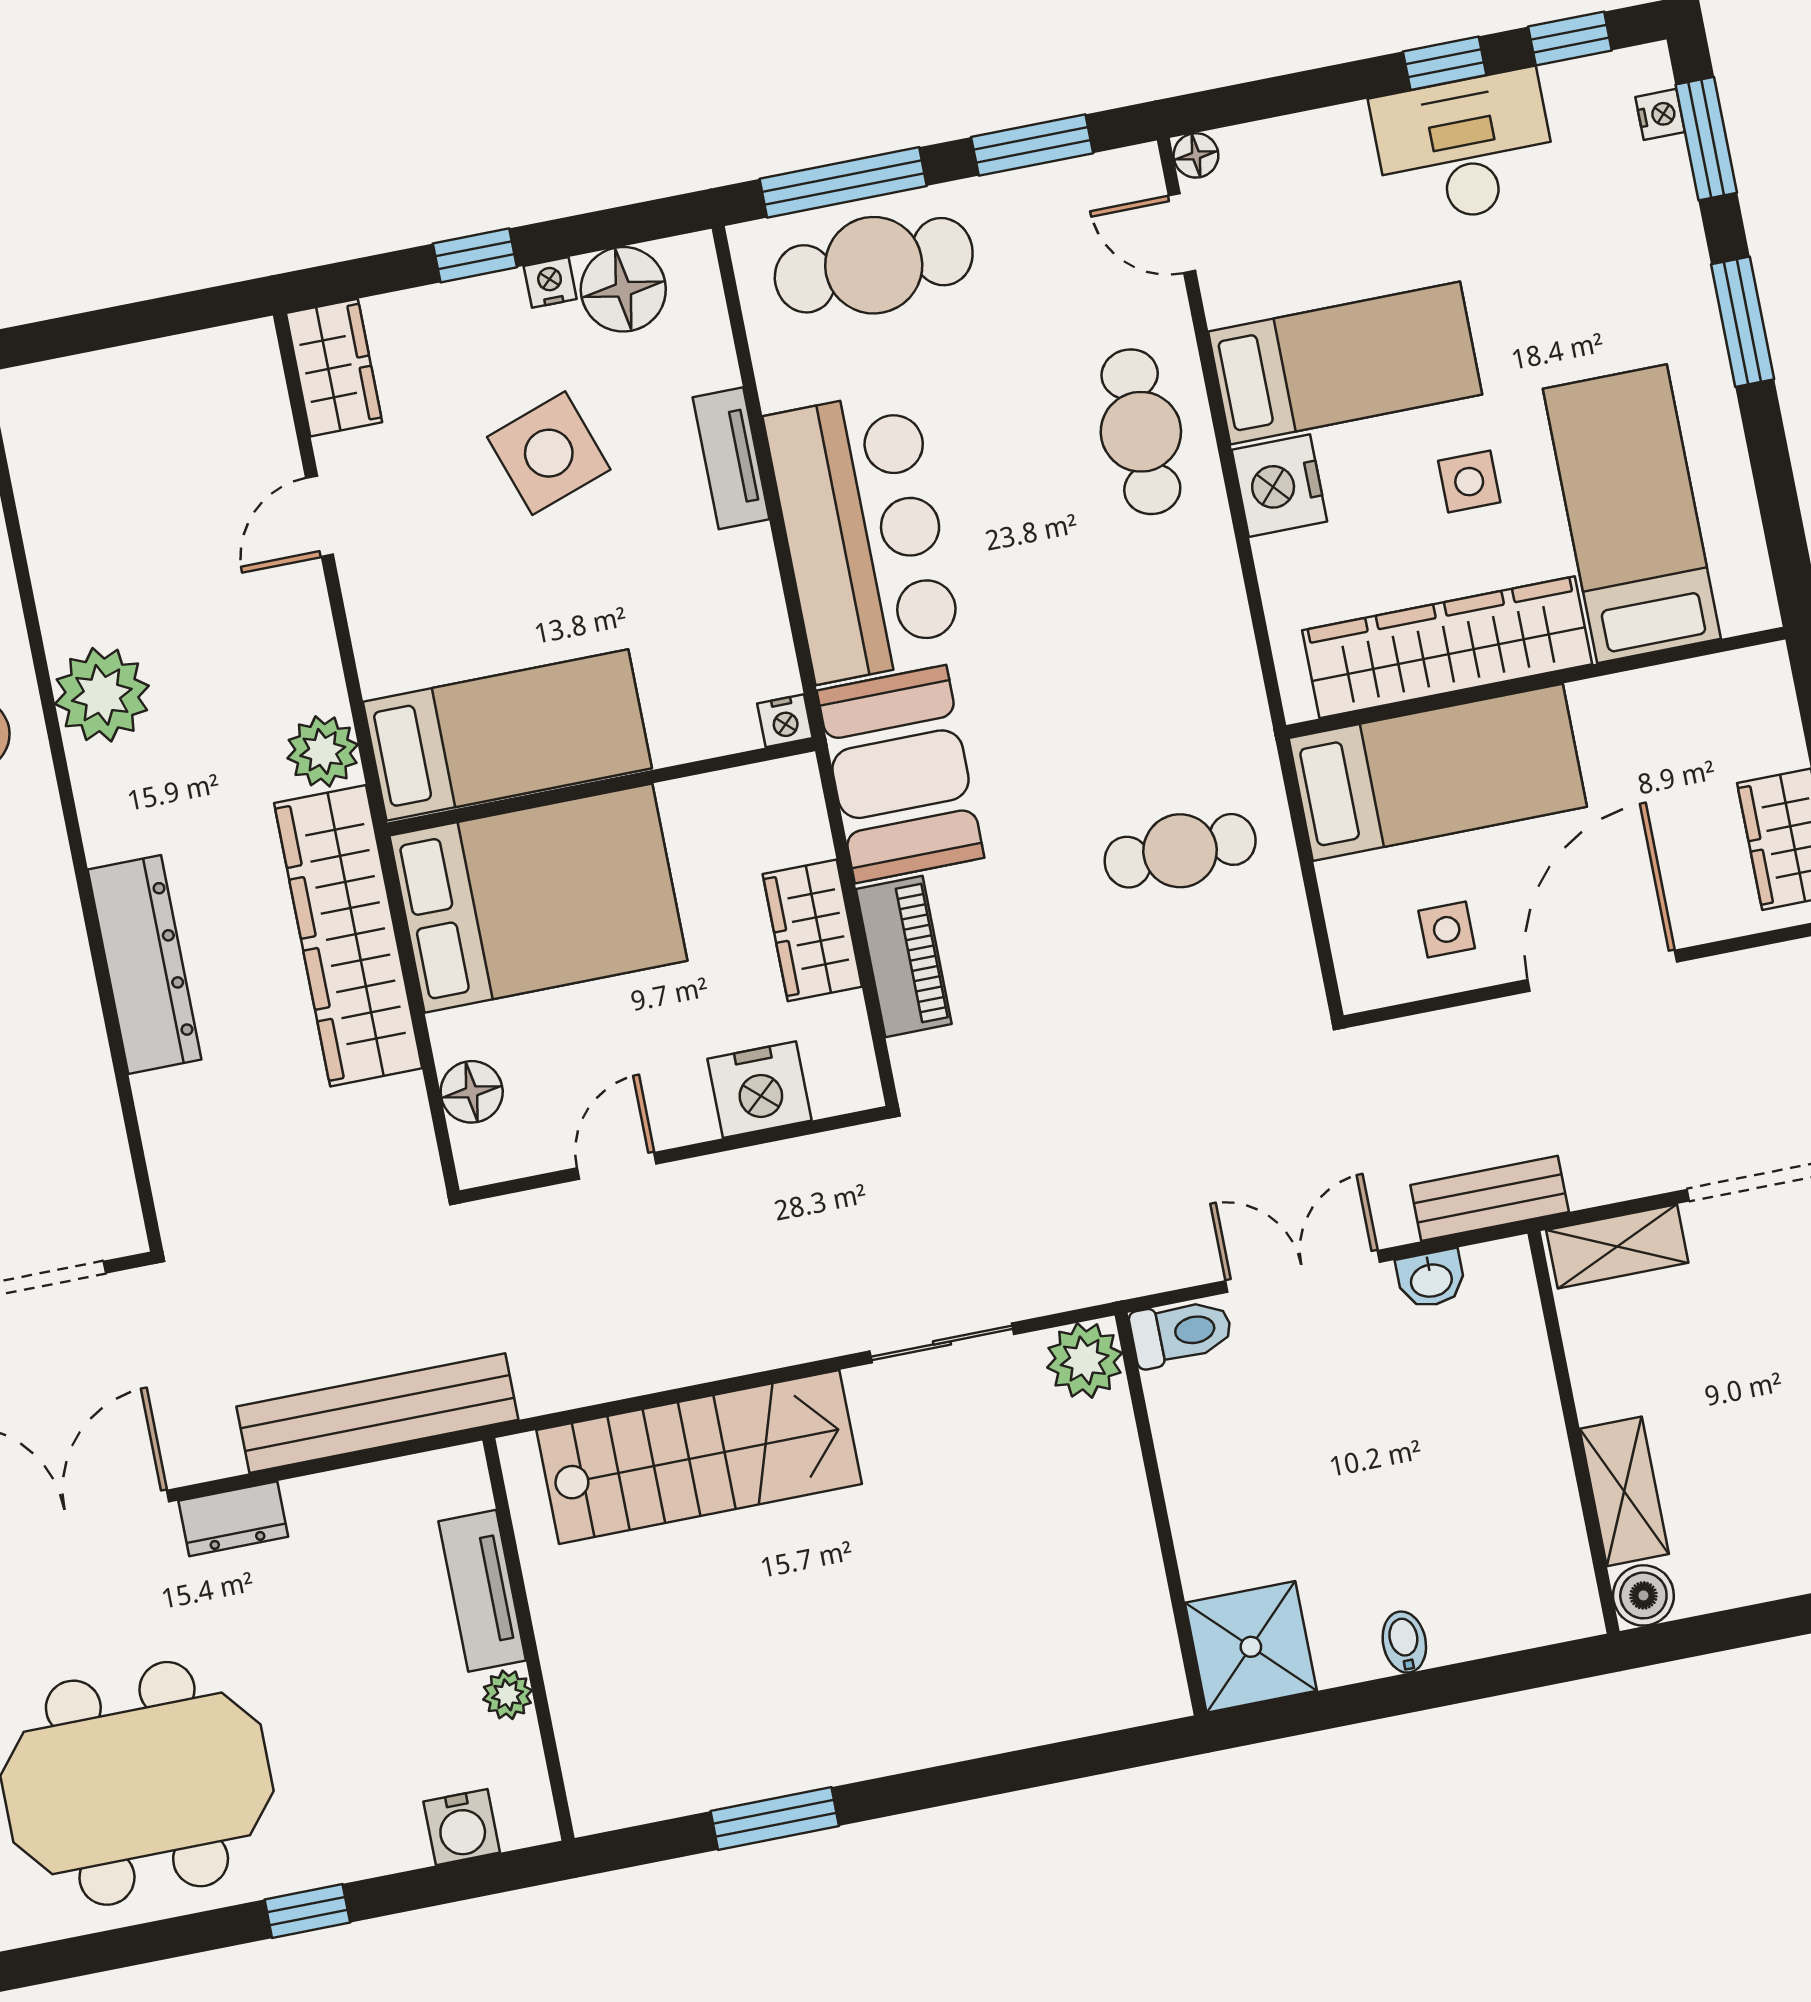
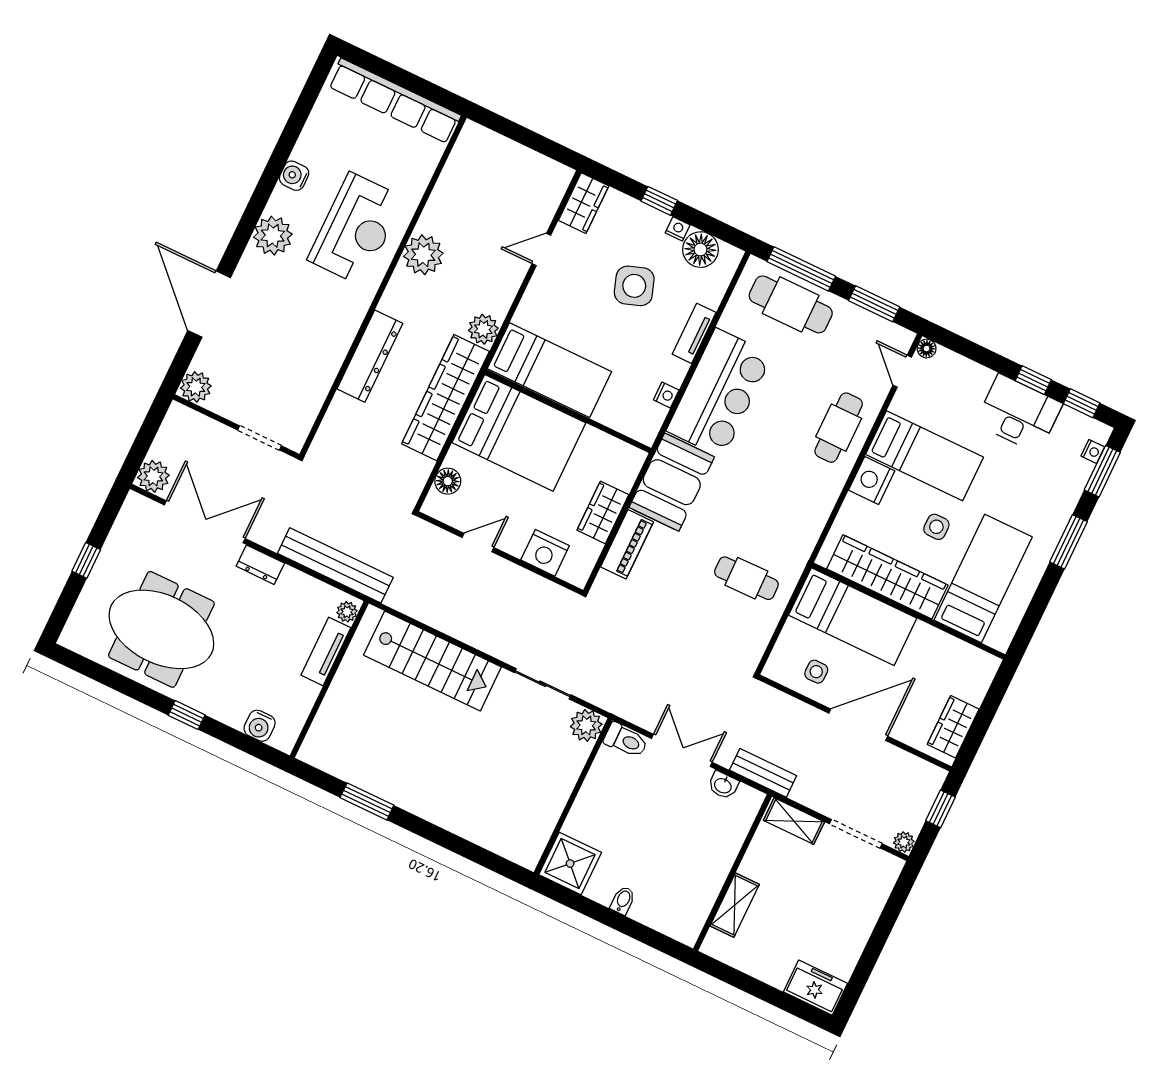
nightstand: (785, 721) -> (666, 395), moved, turned -90
boiler: (1643, 1595) -> (715, 945), removed
plant: (507, 1695) -> (347, 612), moved

